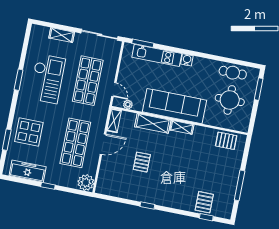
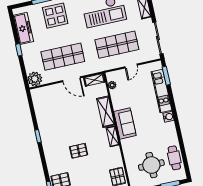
door: (114, 90) -> (131, 66), moved
sofa: (174, 106) -> (125, 124), width x0.54, depth x0.79
pallet: (142, 162) -> (79, 151), moved

